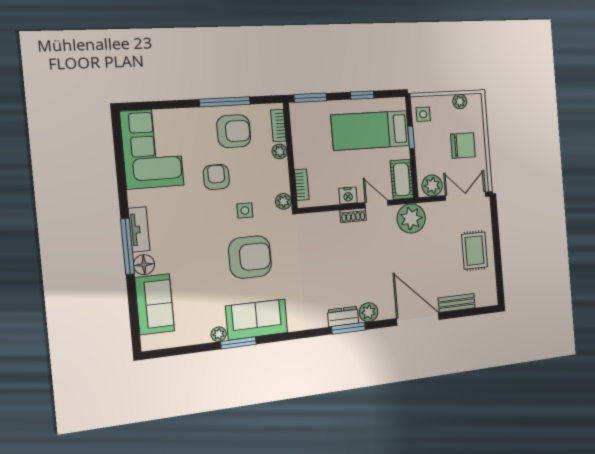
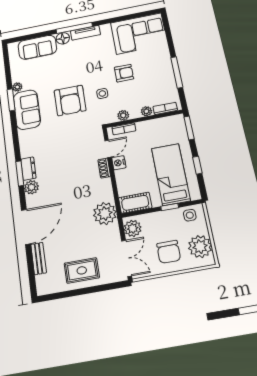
plant: (460, 101) -> (200, 247), width x1.87, depth x1.87
armchair: (234, 131) -> (157, 80), removed
plant: (283, 201) -> (123, 115), moved
door: (377, 204) -> (108, 149), moved

